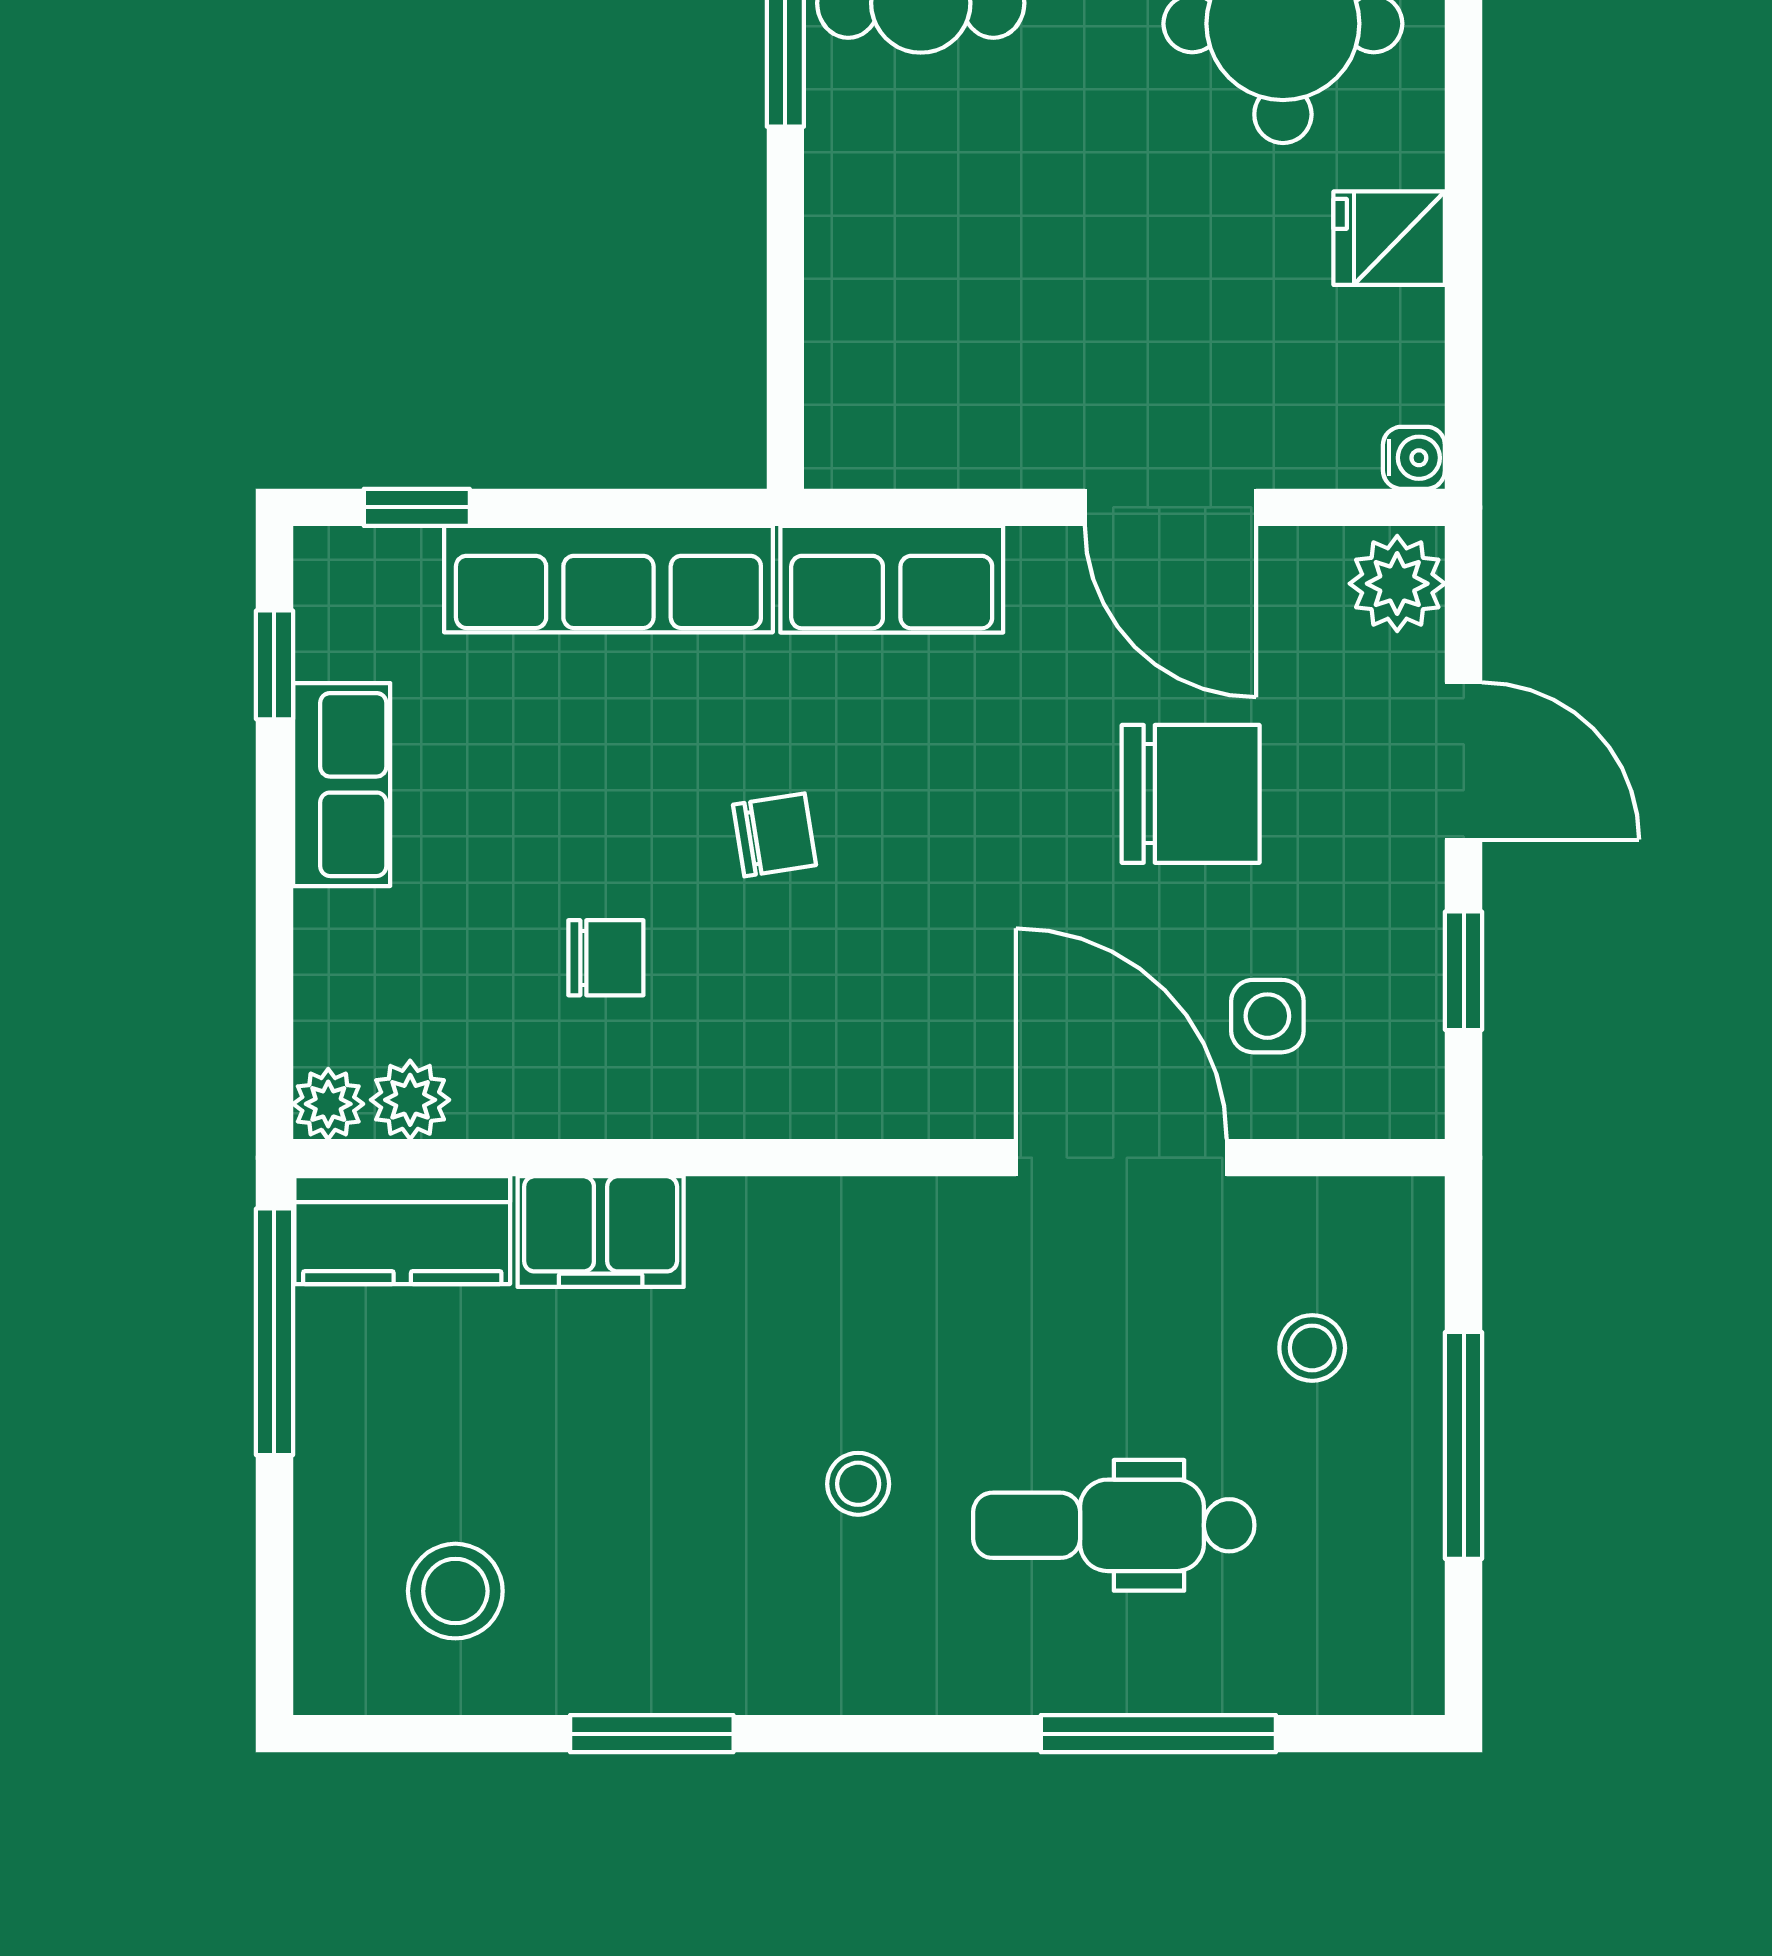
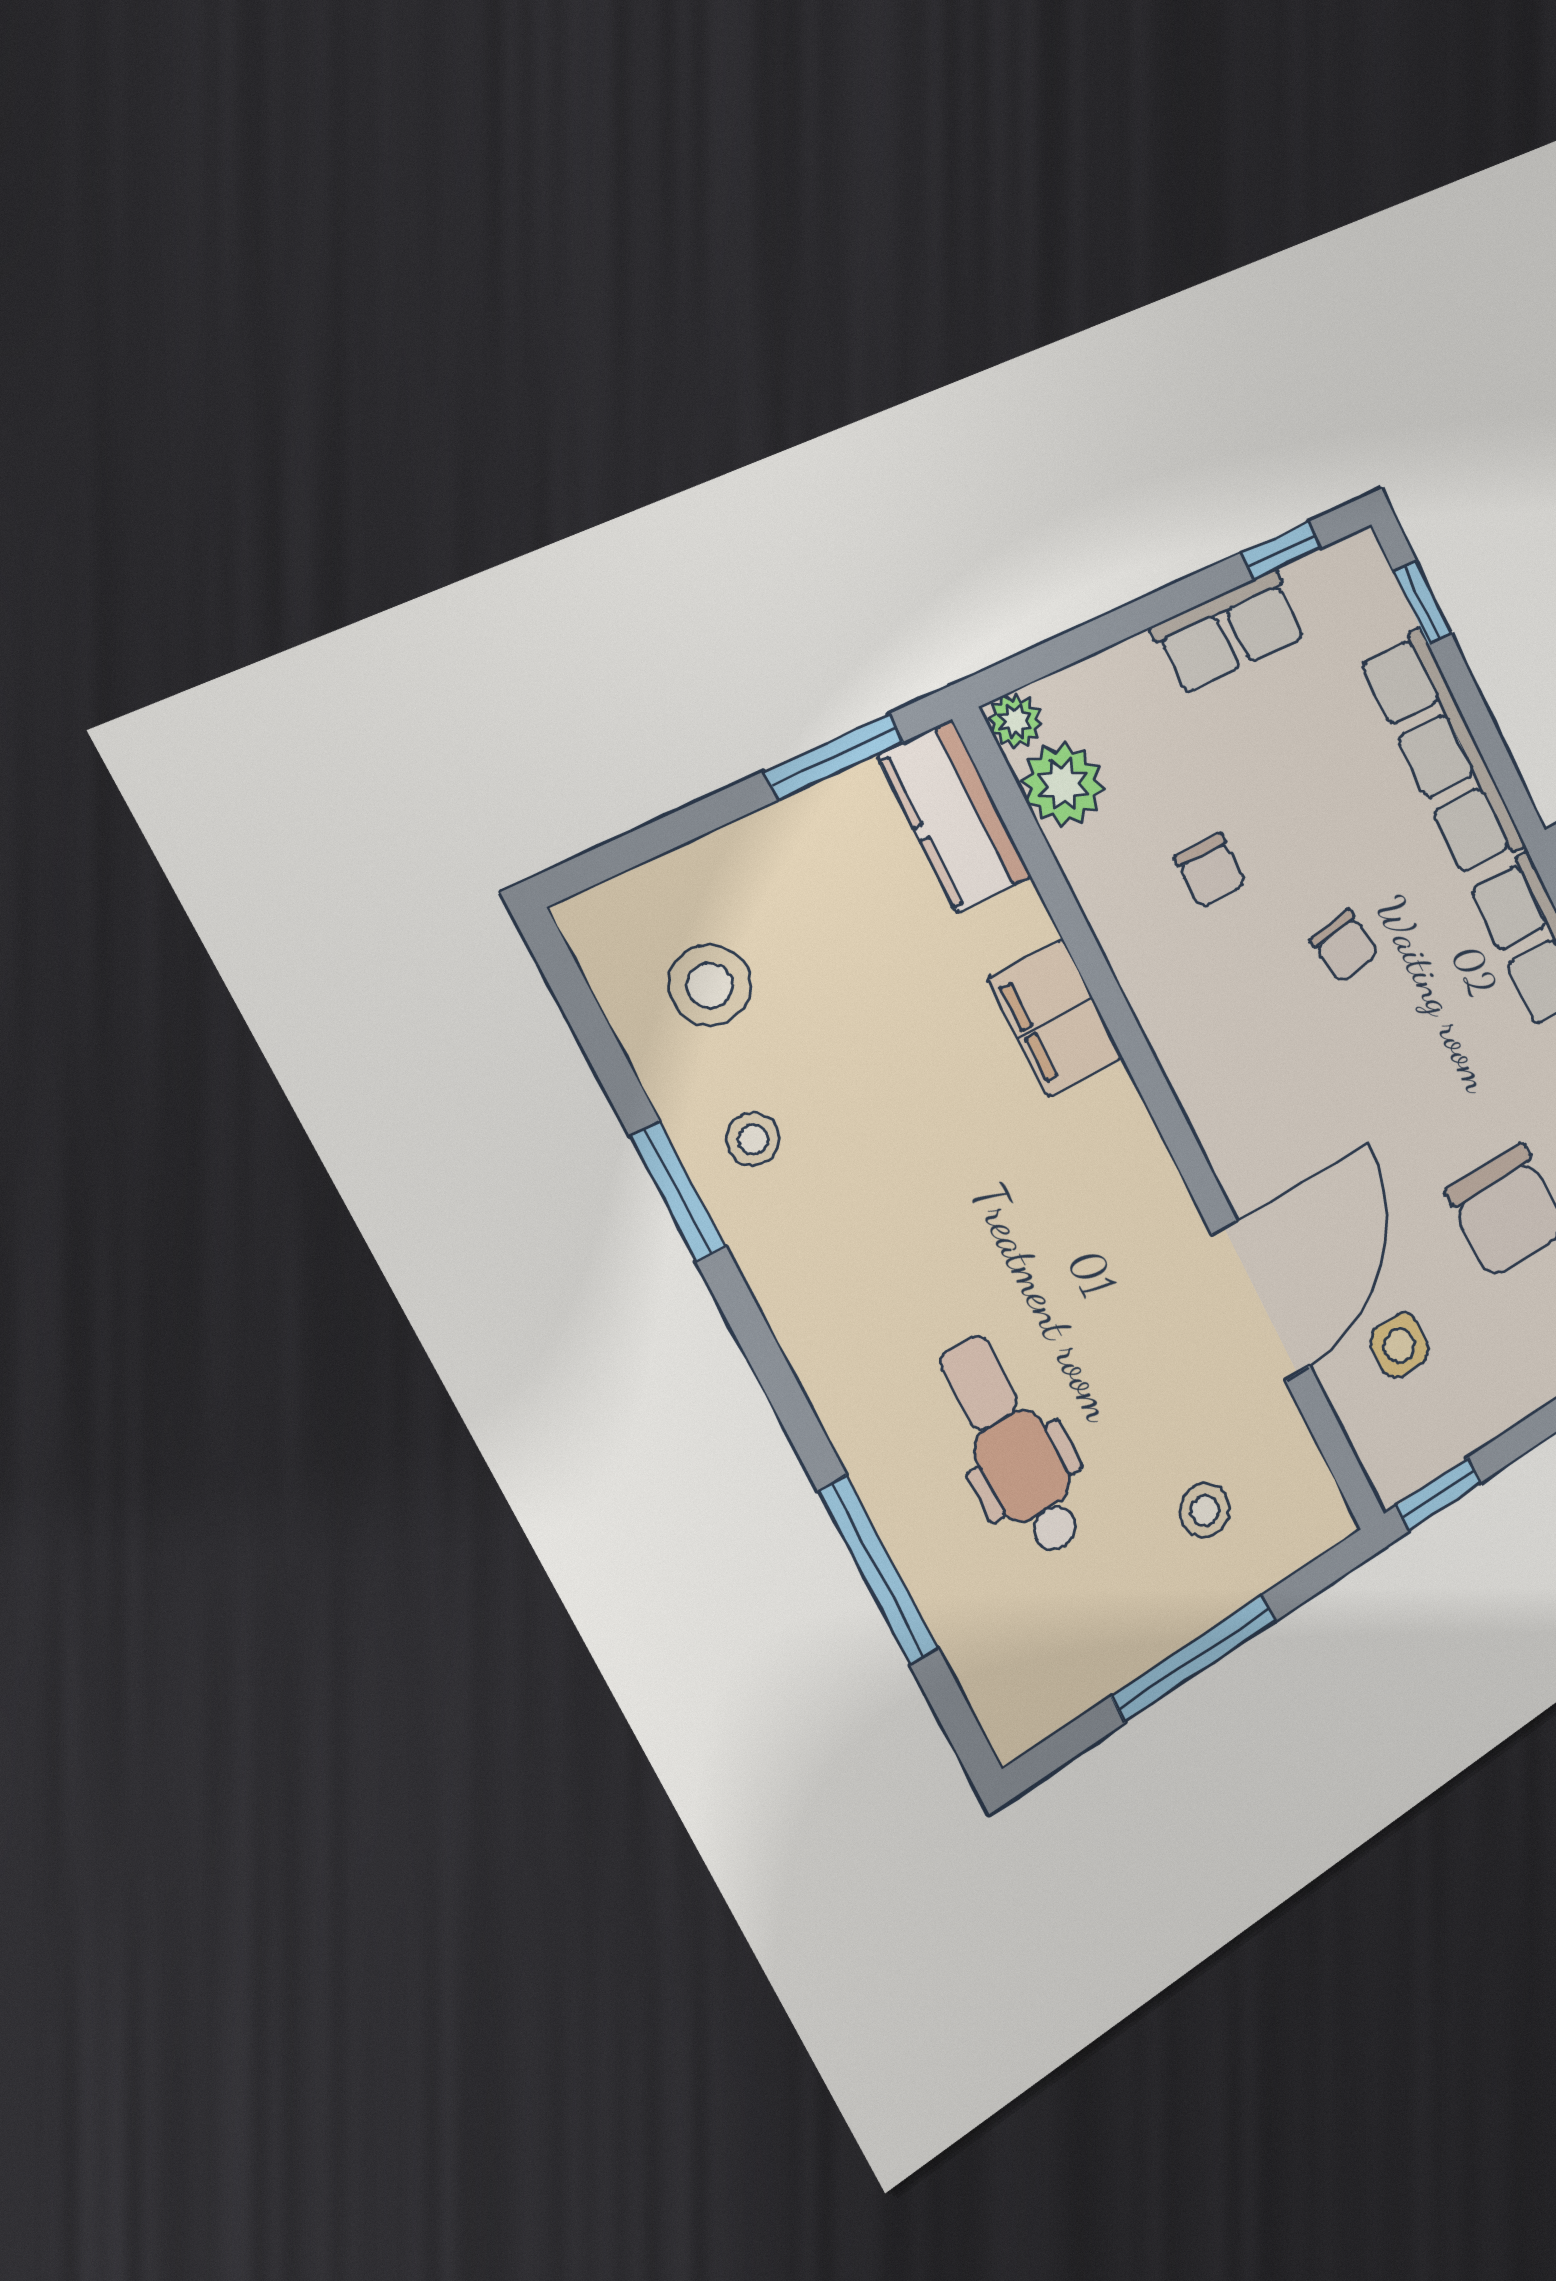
window: (1464, 971) -> (1439, 1494), moved
plant: (410, 1100) -> (1063, 784), width x1.38, depth x1.38
filing cabinet: (601, 1232) -> (1055, 1018), moved
window: (274, 1332) -> (834, 757), width x0.69
stool: (858, 1484) -> (753, 1139), moved

